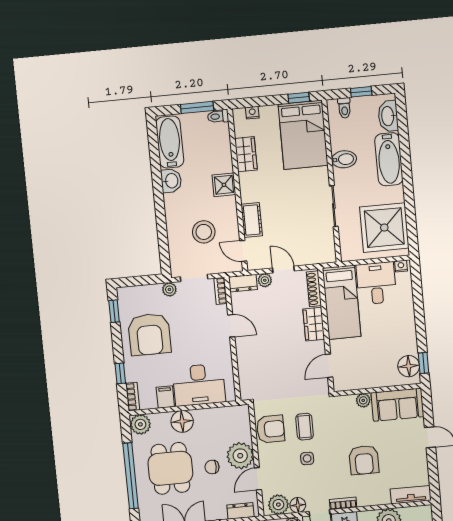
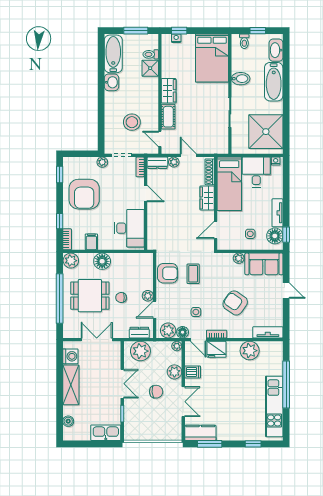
window: (299, 98) -> (179, 31), moved
toilet: (218, 116) -> (151, 54), moved
wardrobe: (246, 154) -> (169, 91), moved
shower: (224, 185) -> (150, 68), moved
tv unit: (409, 335) -> (277, 213), added
side table: (376, 366) -> (250, 234), added
desk: (199, 385) -> (129, 228), moved, turned -90
plant: (240, 456) -> (148, 296), width x0.53, depth x0.53
side table: (307, 458) -> (196, 312), moved
armchair: (364, 460) -> (235, 303), turned 125
dining table: (170, 468) -> (90, 296), turned 90

